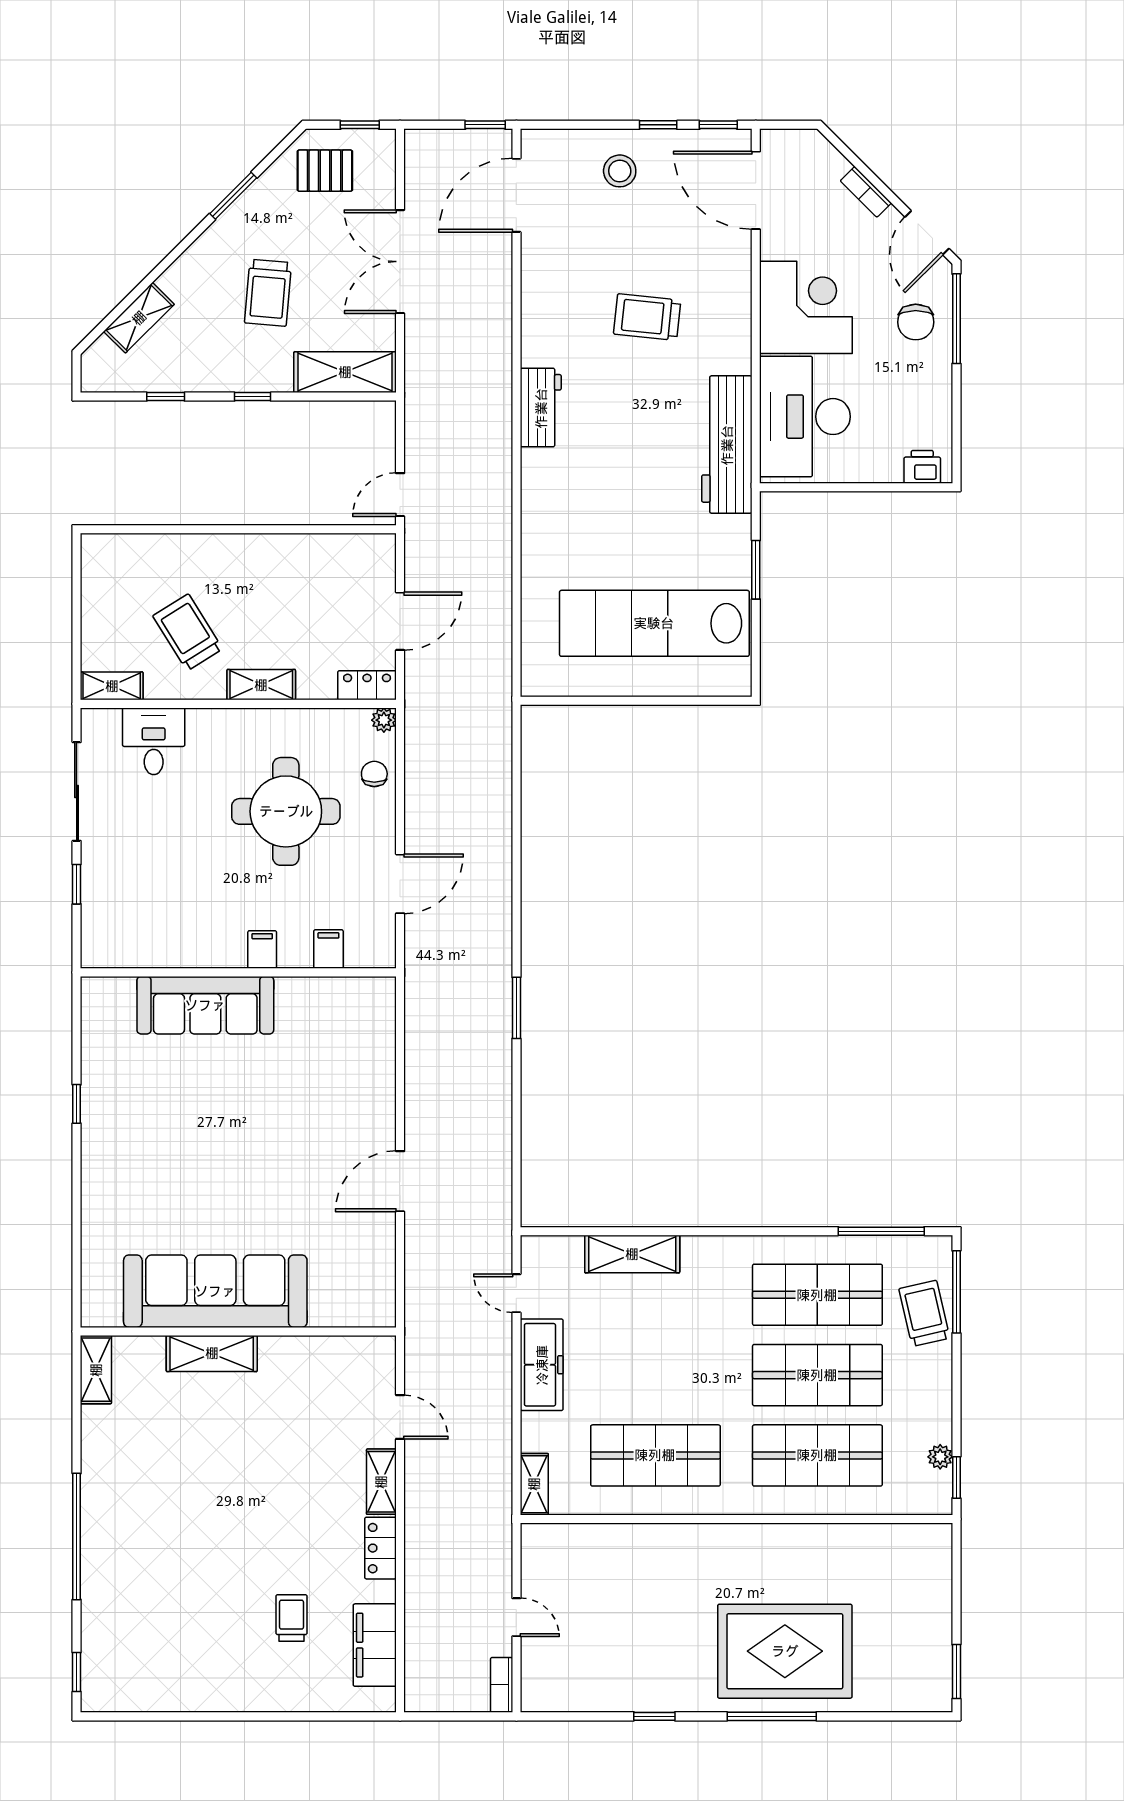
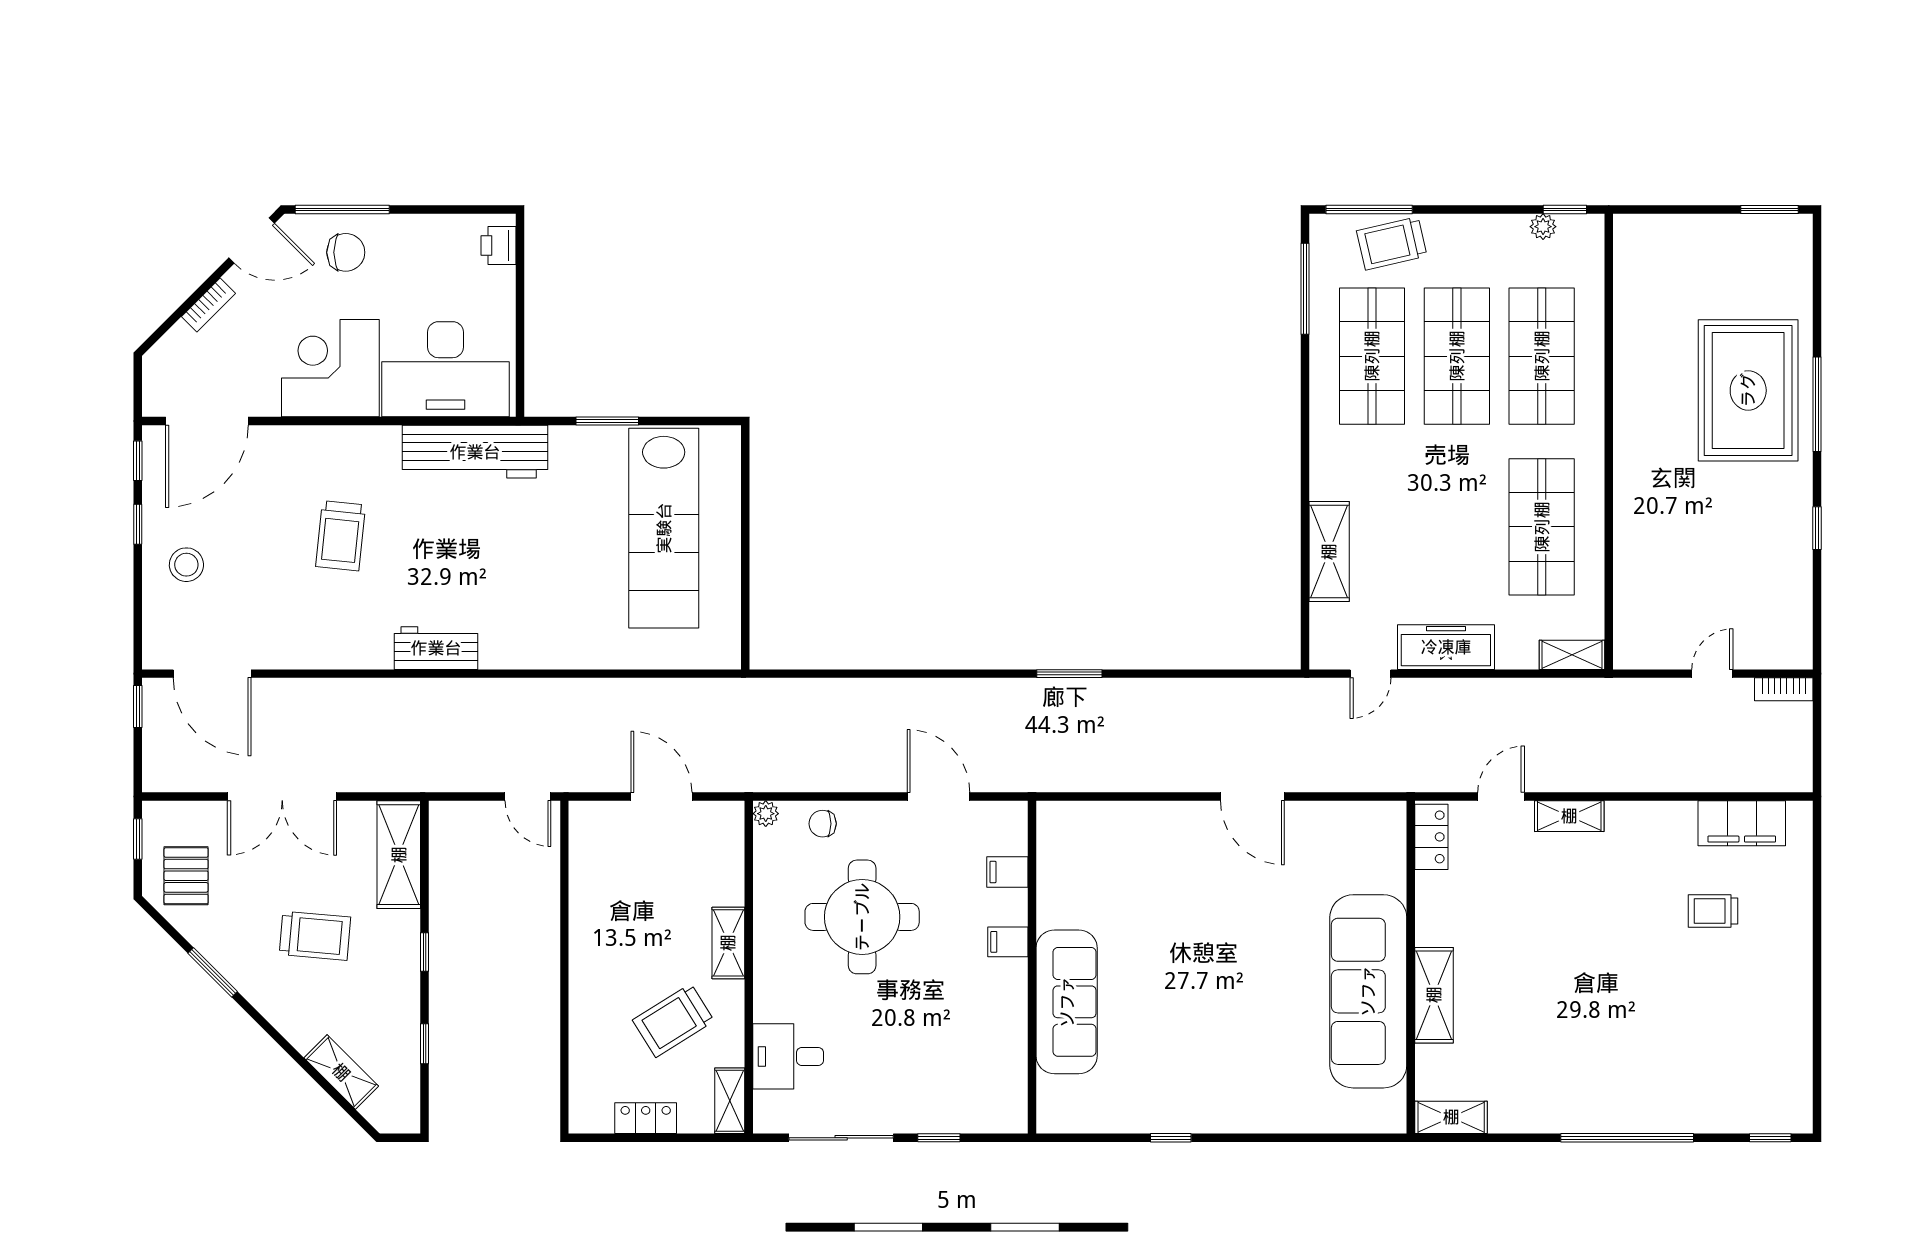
locker: (367, 685) -> (646, 1118), moved, turned 90
locker: (380, 1548) -> (1431, 837), moved, turned -90

